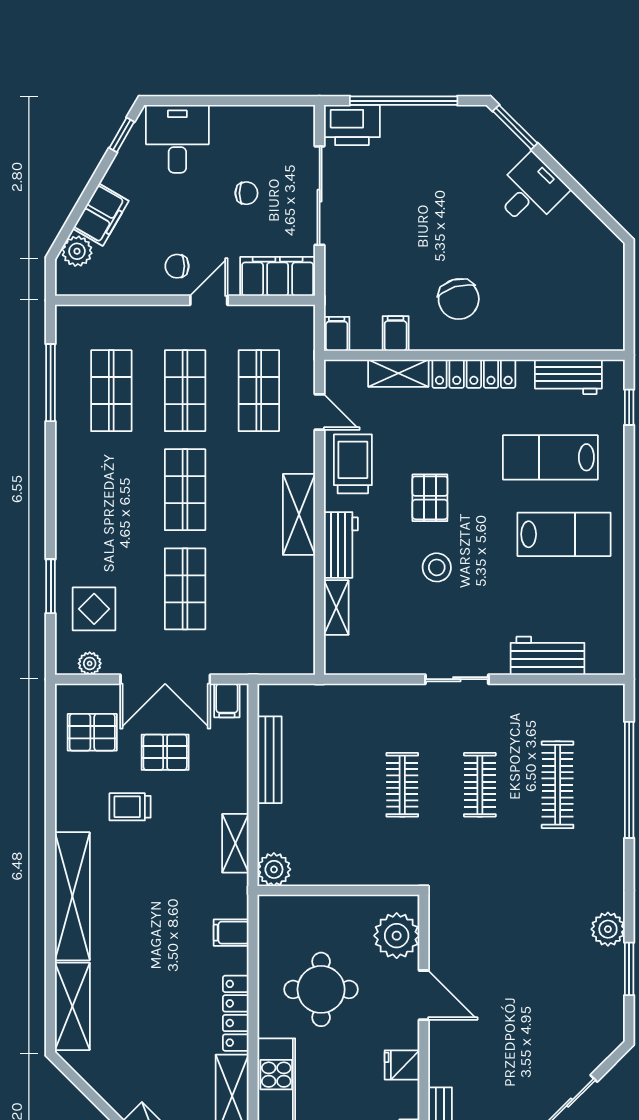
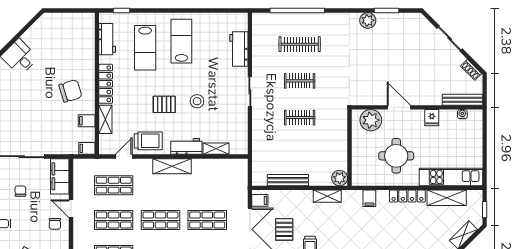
trolley: (353, 464) -> (148, 141), turned 180
door: (424, 995) -> (399, 107), hinge flipped

